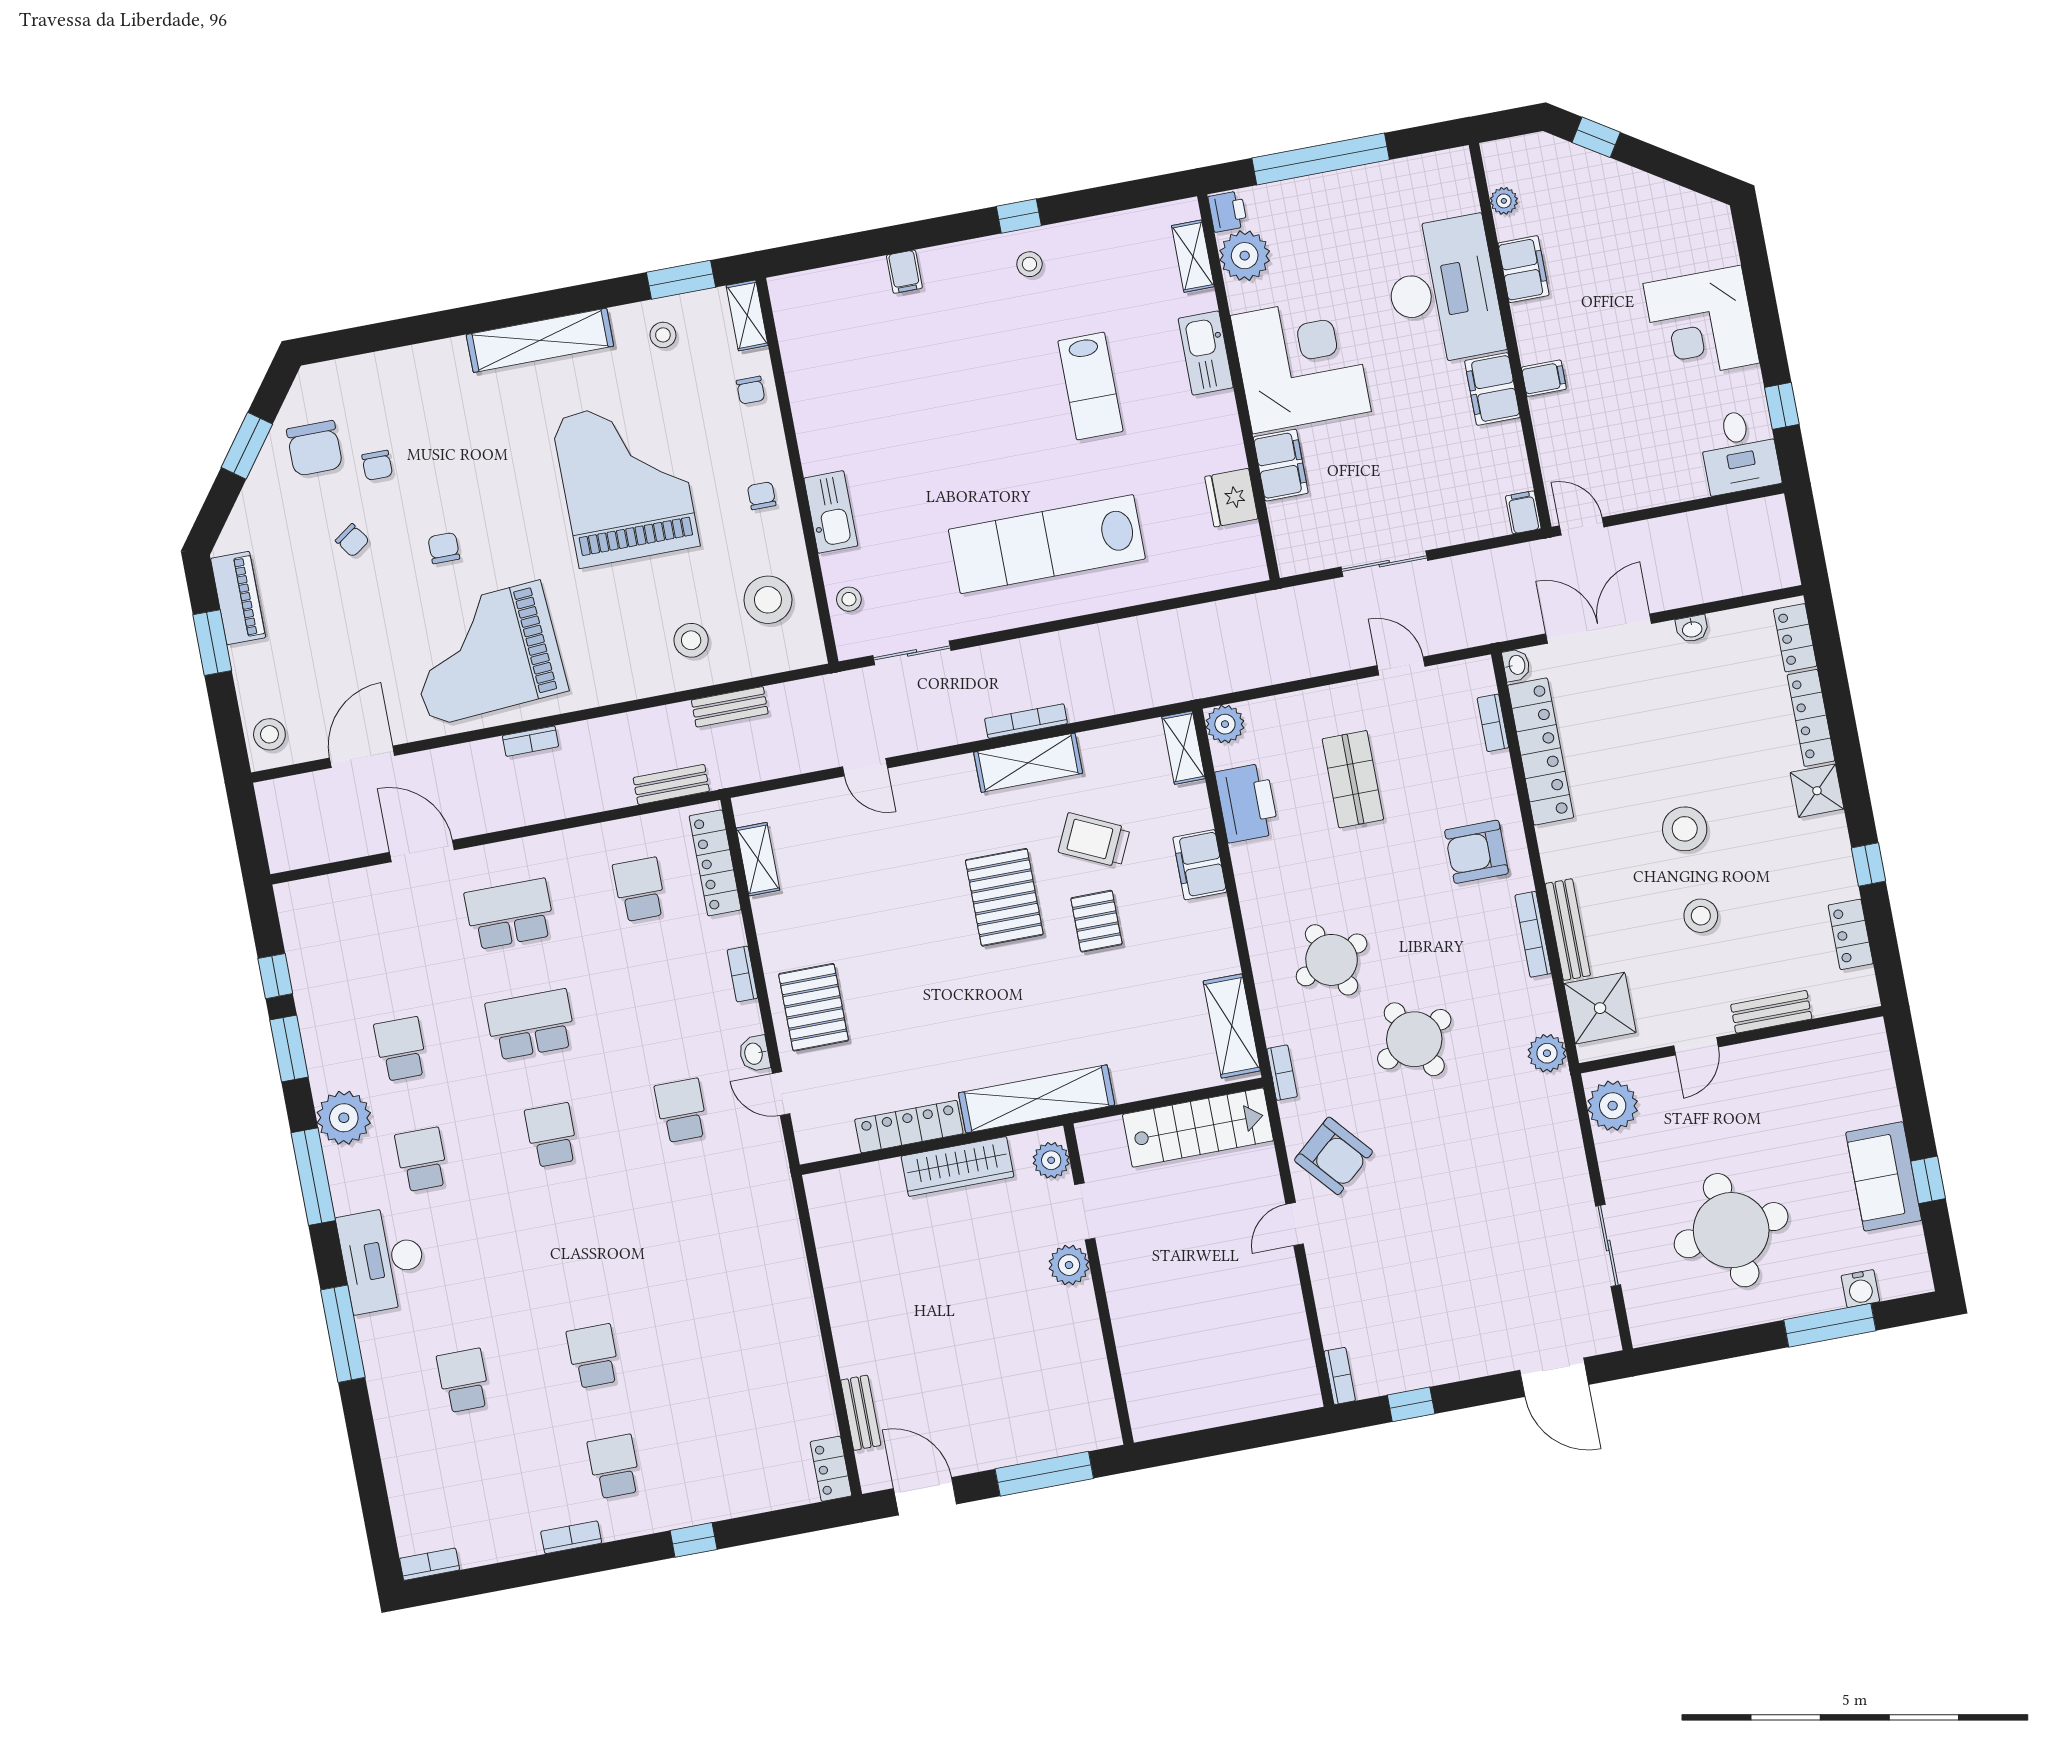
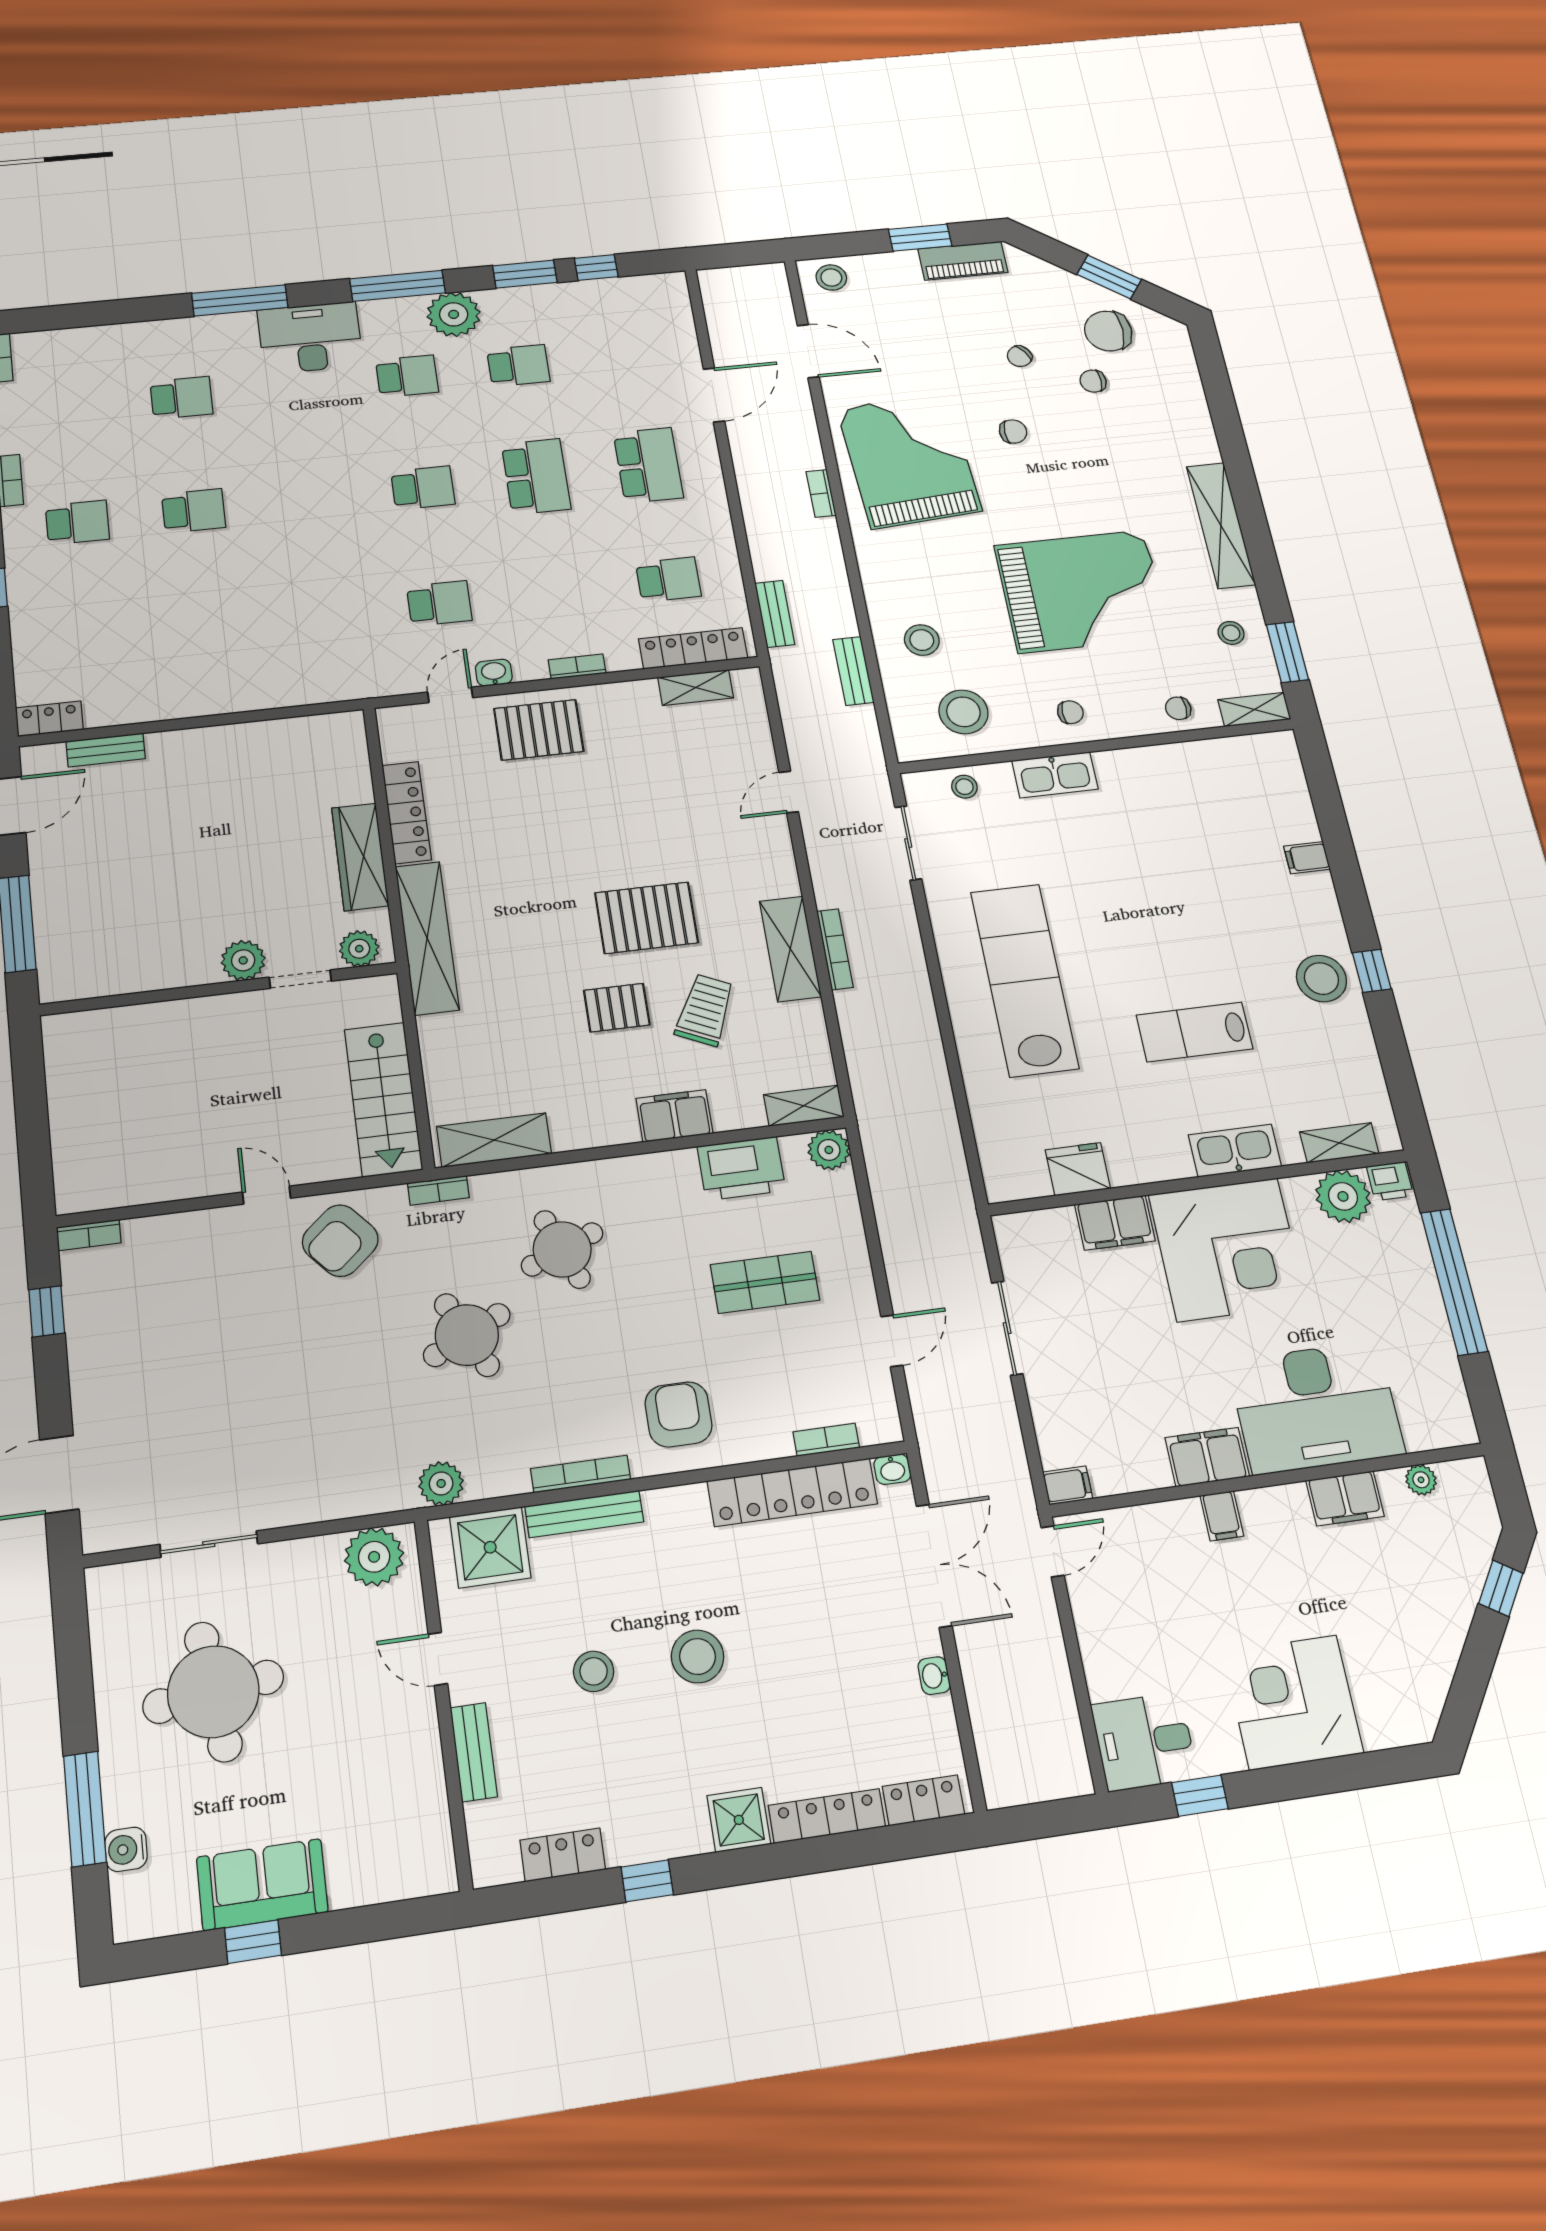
stool: (1029, 264) -> (1321, 979), width x1.89, depth x1.89

